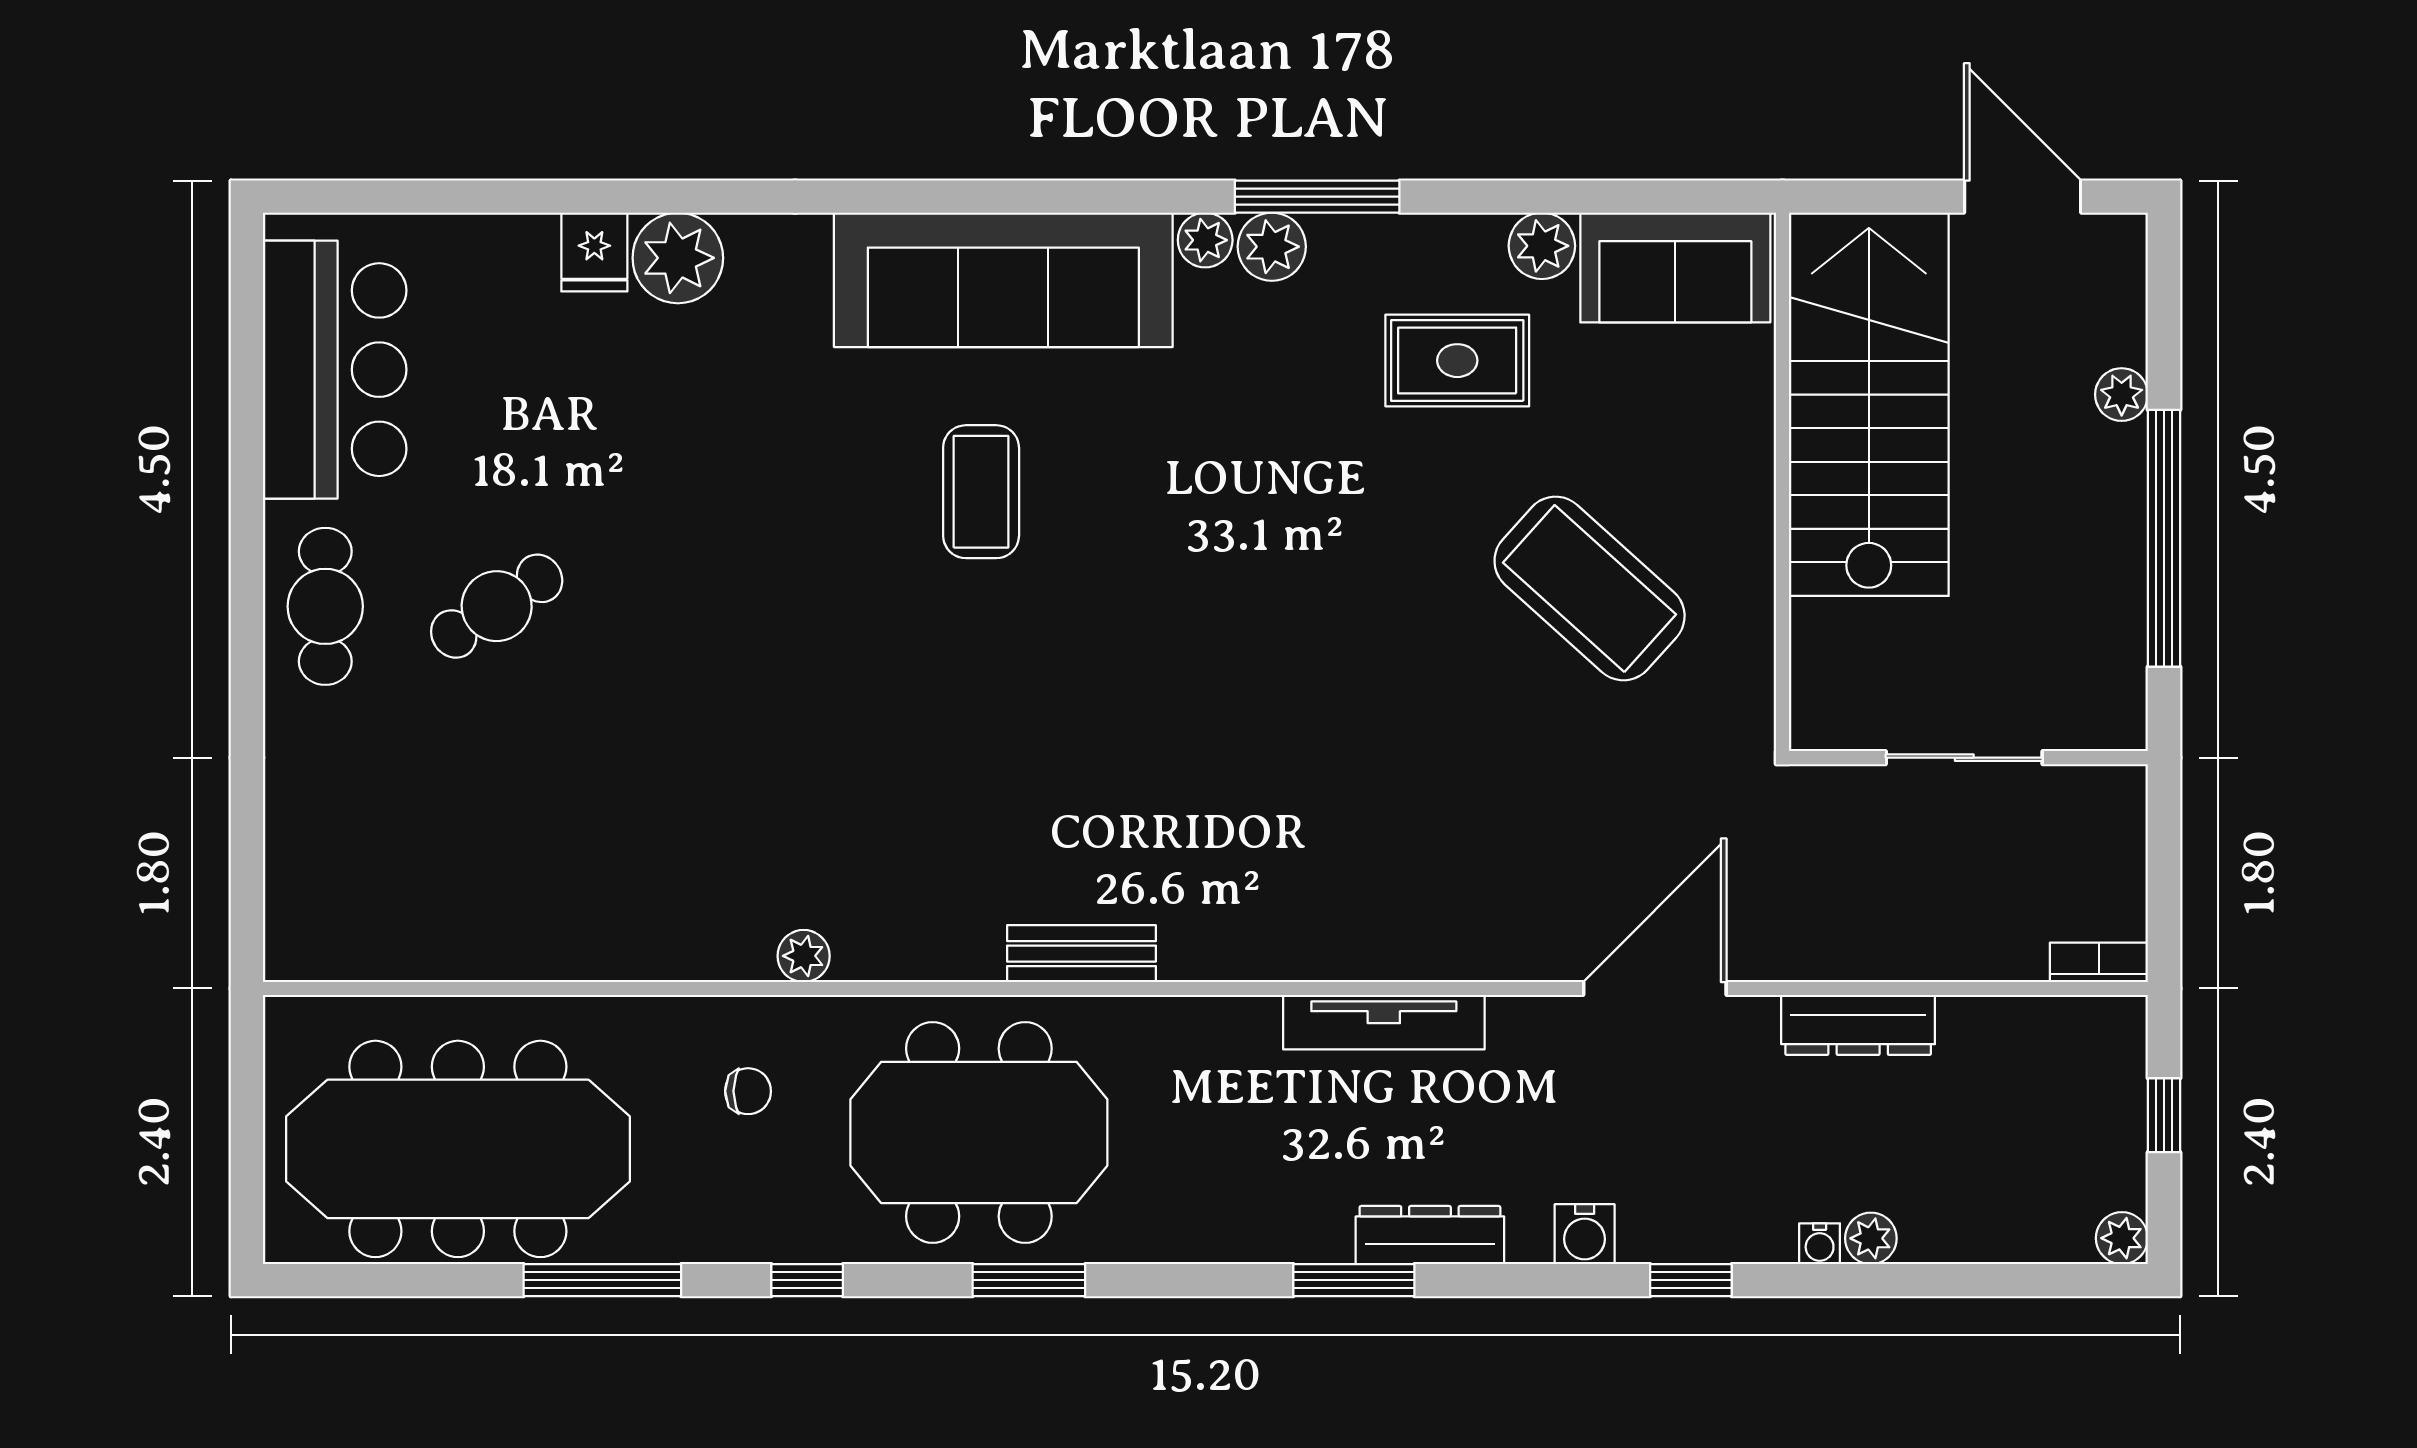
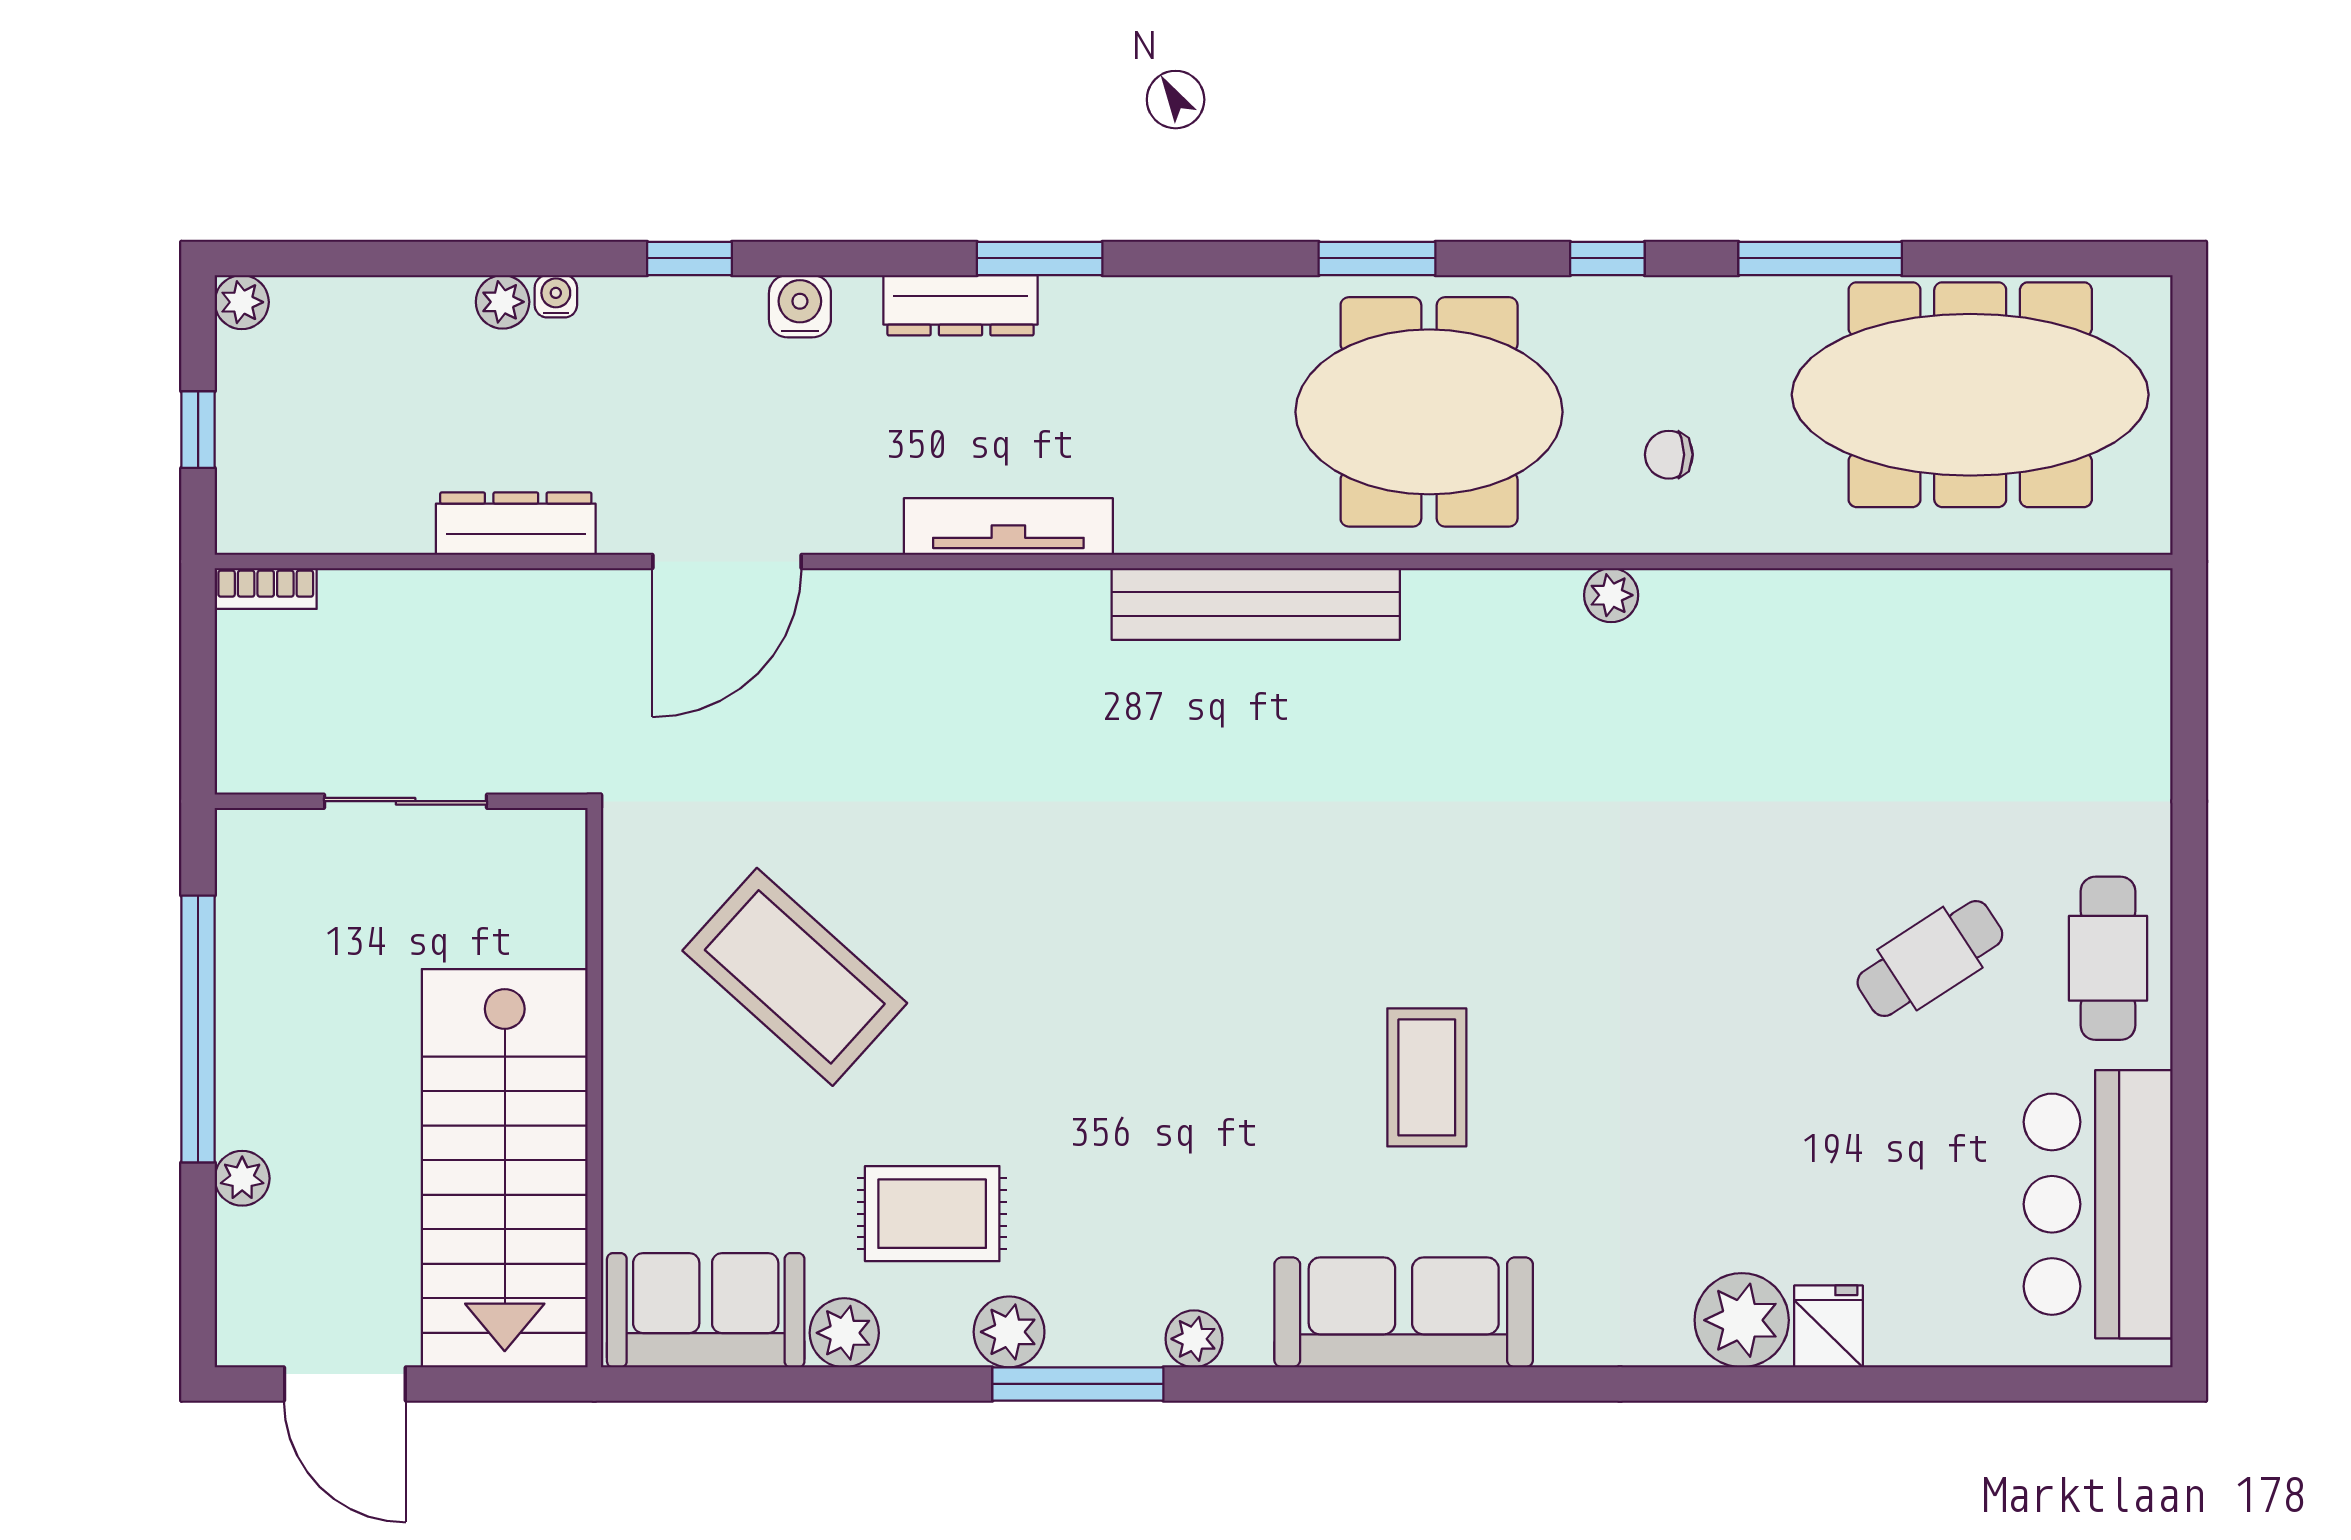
plant: (1272, 247) -> (1009, 1332), moved
sofa: (1003, 280) -> (1404, 1312), width x0.74, depth x0.79
bench: (1081, 954) -> (1256, 604), width x1.86, depth x1.21

